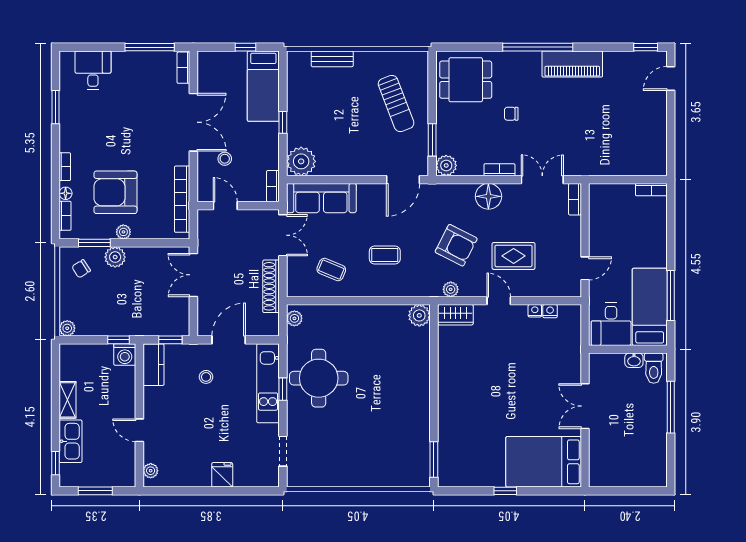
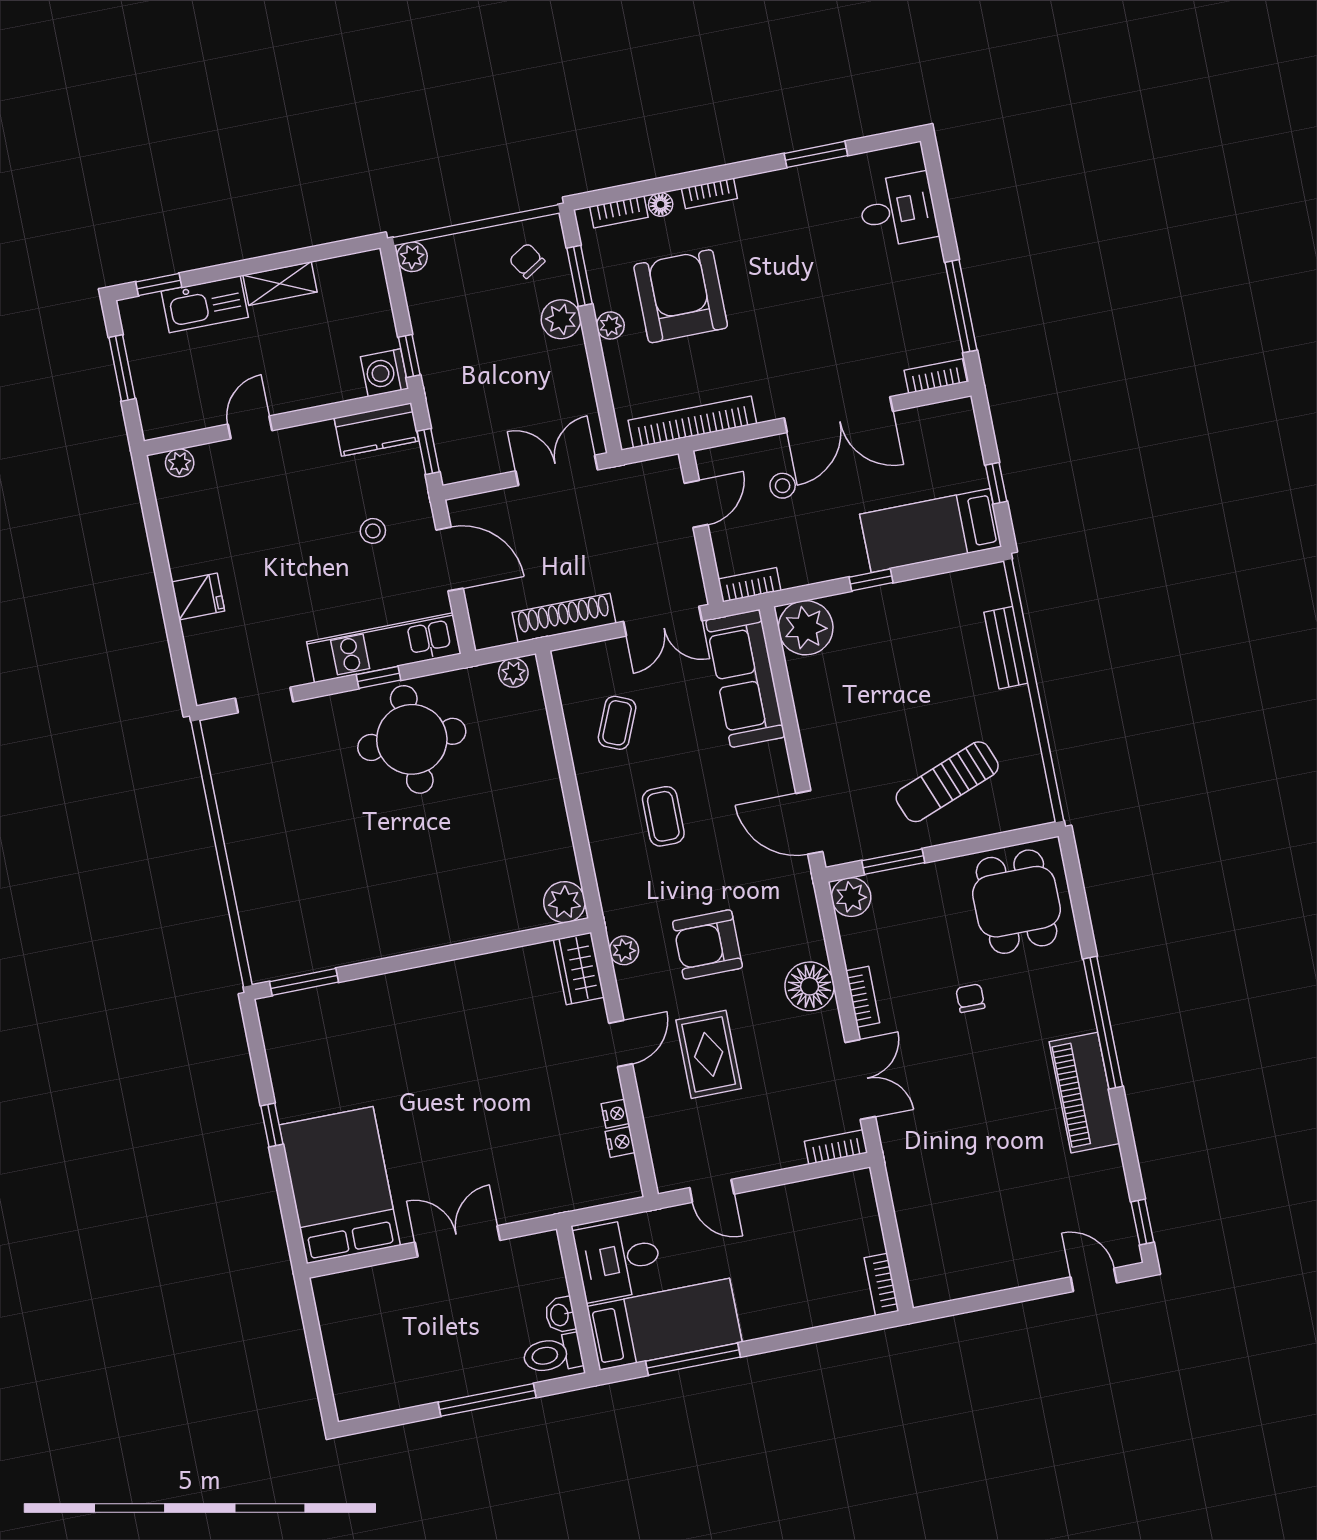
armchair: (456, 245) -> (707, 944), turned 63

